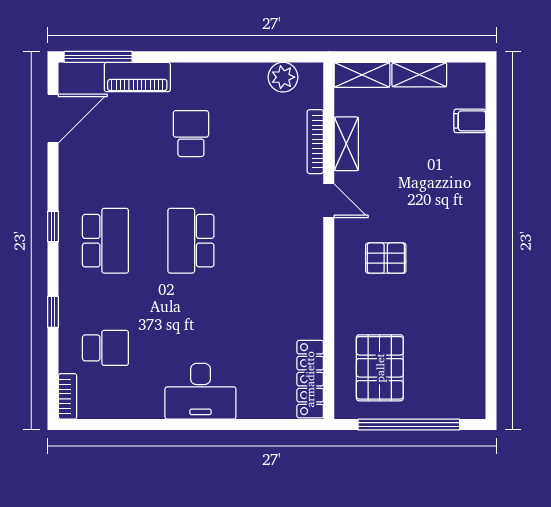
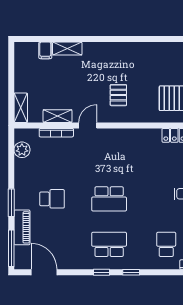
window: (184, 57) -> (11, 203), added
shelving: (419, 75) -> (67, 48), moved, turned 90
school desk: (191, 134) -> (52, 199), turned 180
window: (53, 312) -> (131, 272), moved

